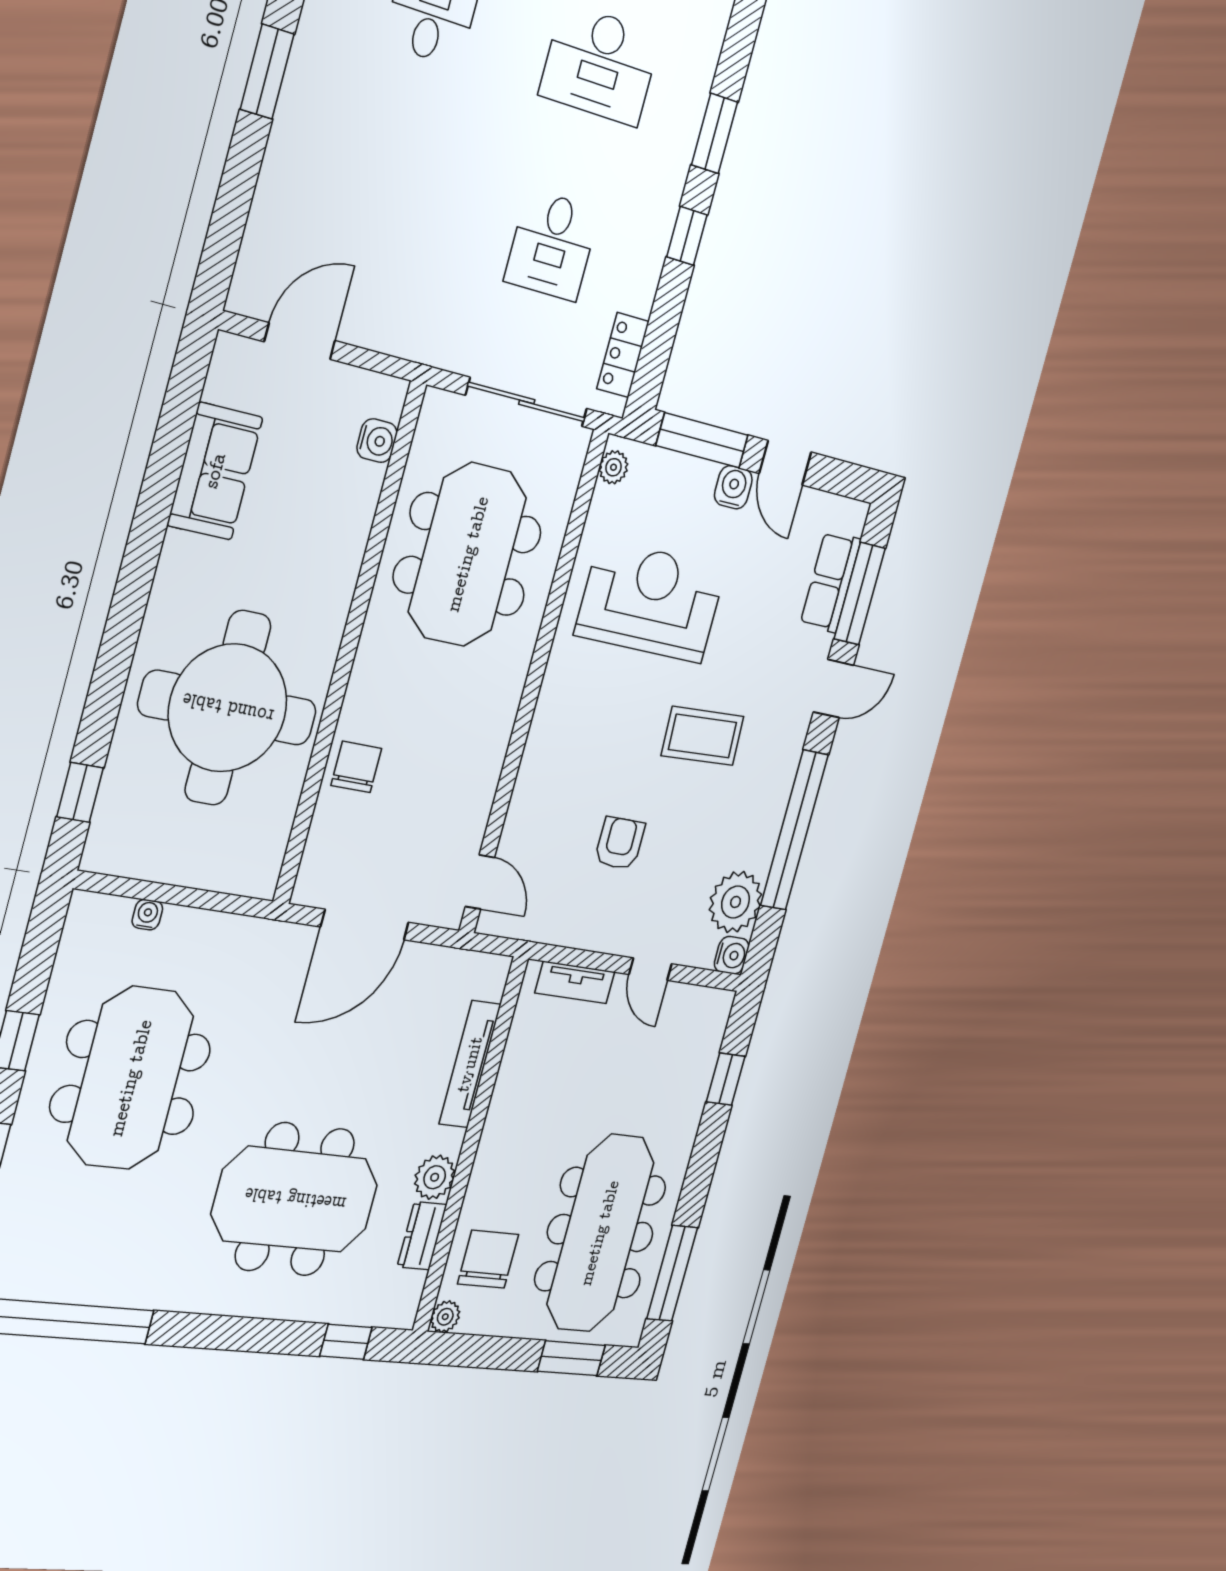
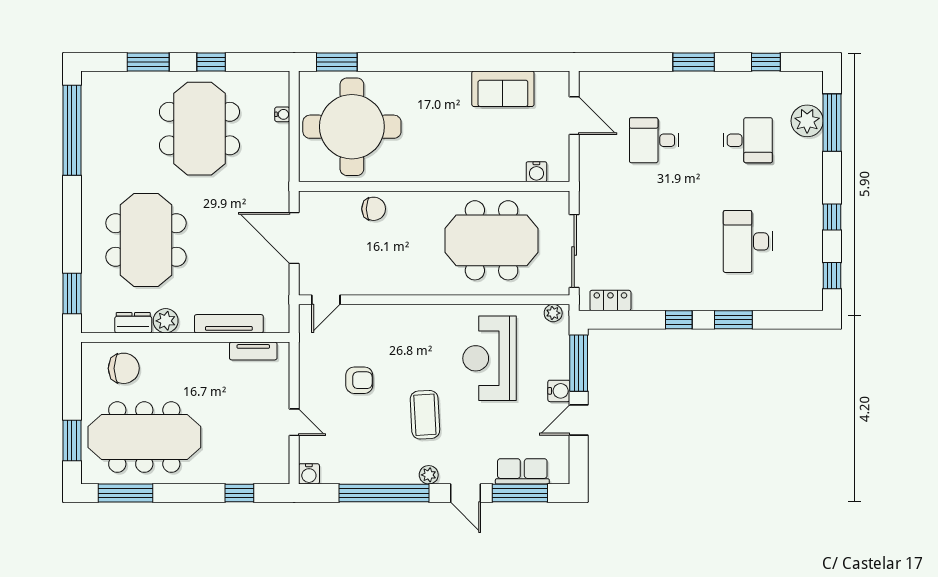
desk: (552, 245) -> (654, 140), moved
reception desk: (651, 601) -> (490, 358), turned 180
round table: (228, 708) -> (352, 127), moved
window: (80, 792) -> (337, 62), width x1.50
plant: (736, 902) -> (429, 475), moved, width x0.53, depth x0.53
door: (650, 969) -> (294, 422), swing flipped
tv unit: (575, 982) -> (253, 351), moved, turned -90
meeting table: (131, 1078) -> (199, 129), turned 90
plant: (445, 1317) -> (90, 351), removed
window: (346, 1342) -> (72, 293), width x1.50

